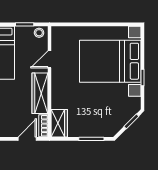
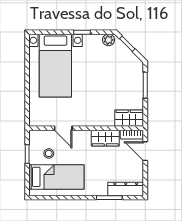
stool: (39, 33) -> (49, 153), moved
bed with nightstands: (110, 61) -> (55, 66), width x0.73
wardrobe: (40, 93) -> (105, 138), width x0.67
plant: (135, 103) -> (109, 40), added

